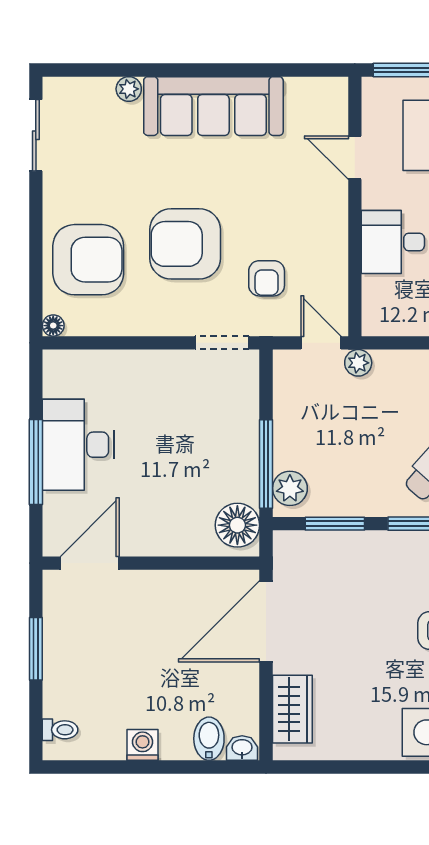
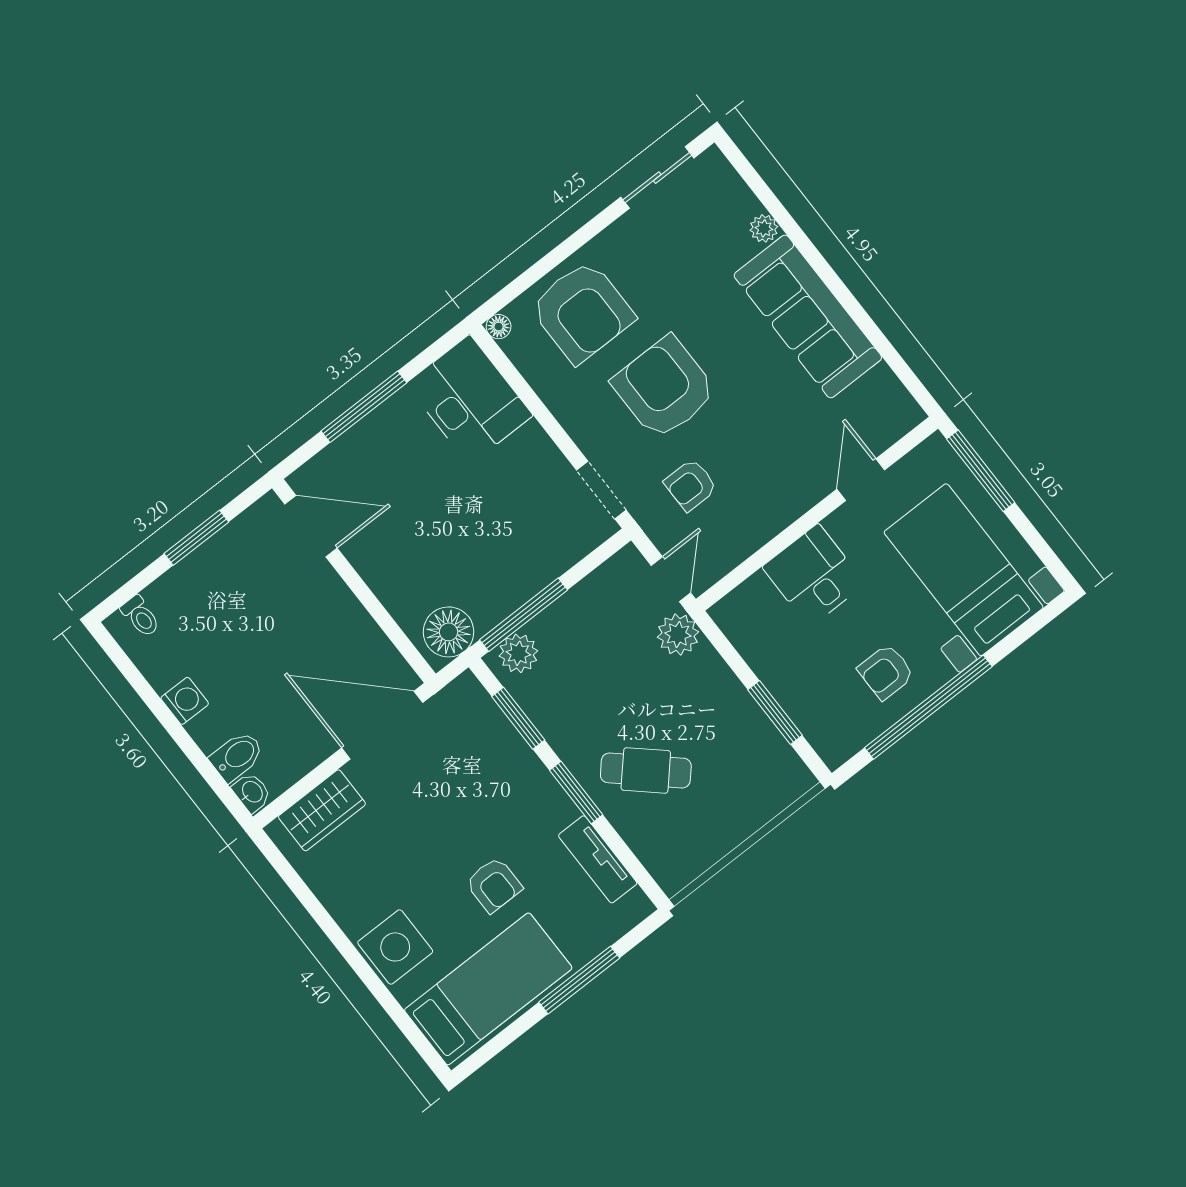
plant: (358, 363) -> (678, 634), width x1.38, depth x1.38
desk: (78, 445) -> (469, 400), moved, turned 90

